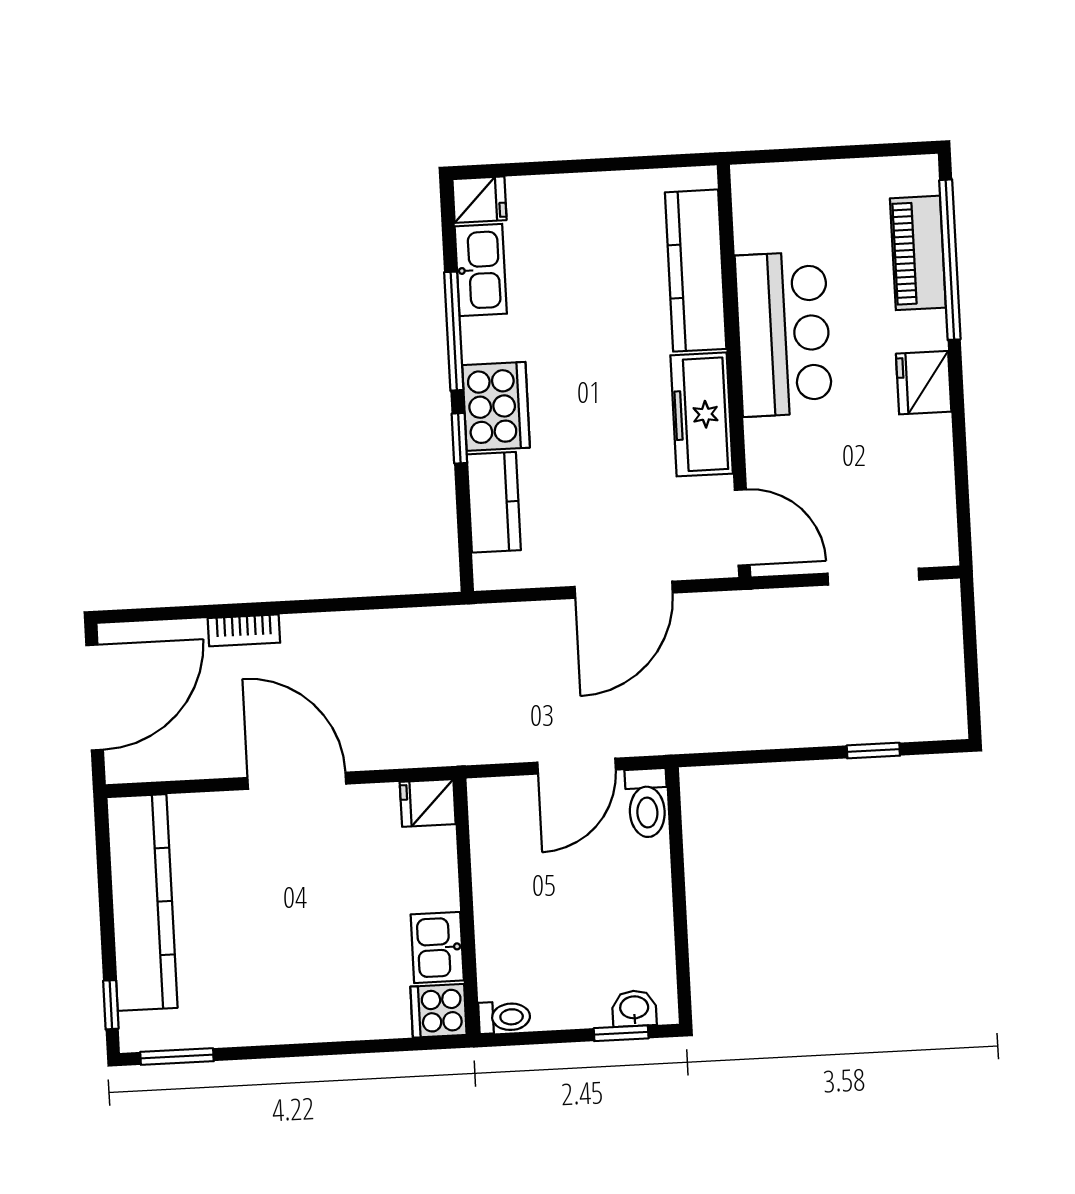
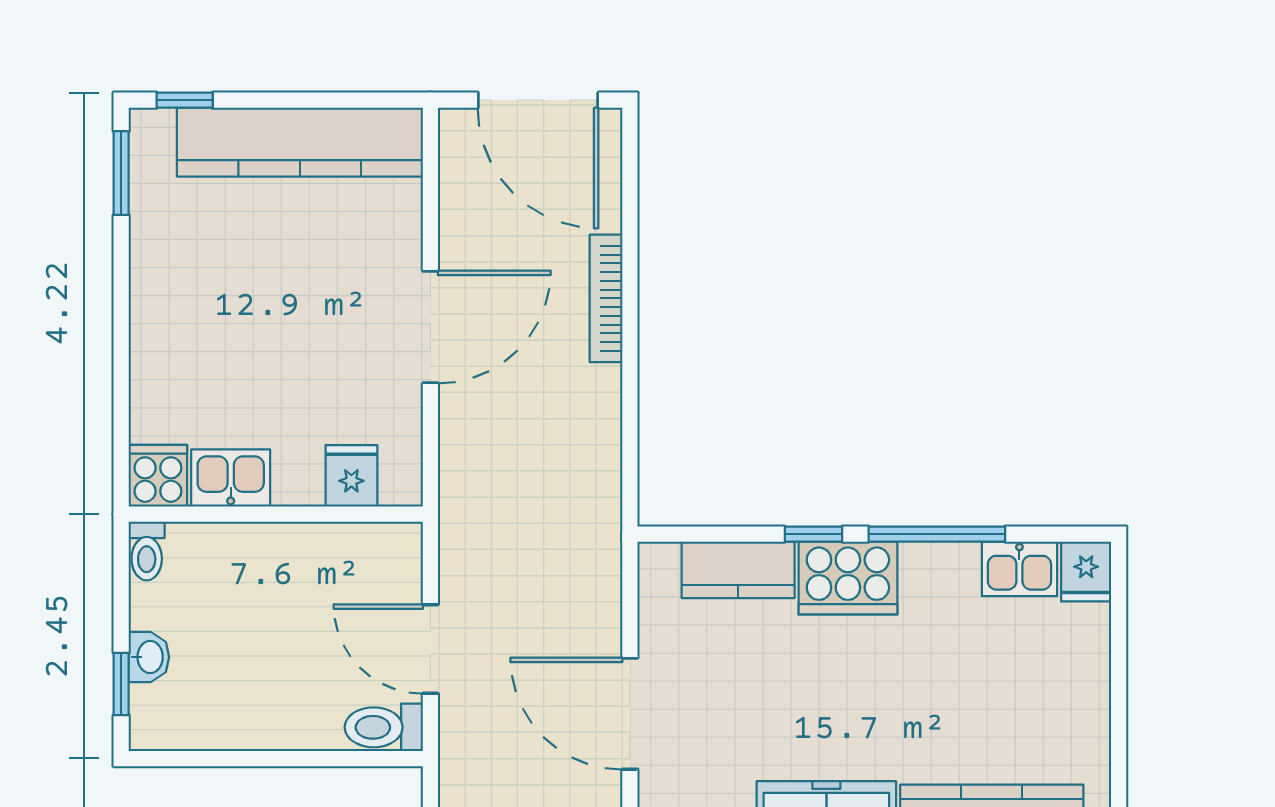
kitchen sink: (481, 270) -> (1019, 569), width x0.73
bookcase: (244, 630) -> (606, 298), width x1.56
fridge: (428, 803) -> (351, 476), moved
washbasin: (634, 1008) -> (149, 657), moved

